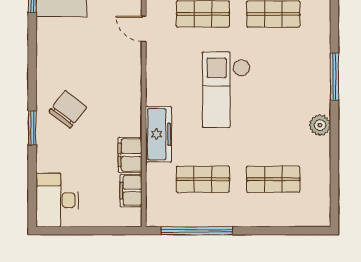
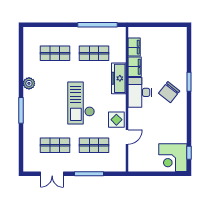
door: (144, 29) -> (127, 137), hinge flipped
display table: (163, 60) -> (116, 120), added
checkout: (226, 90) -> (81, 103), turned 180
desk: (57, 200) -> (140, 92), moved, turned 180

